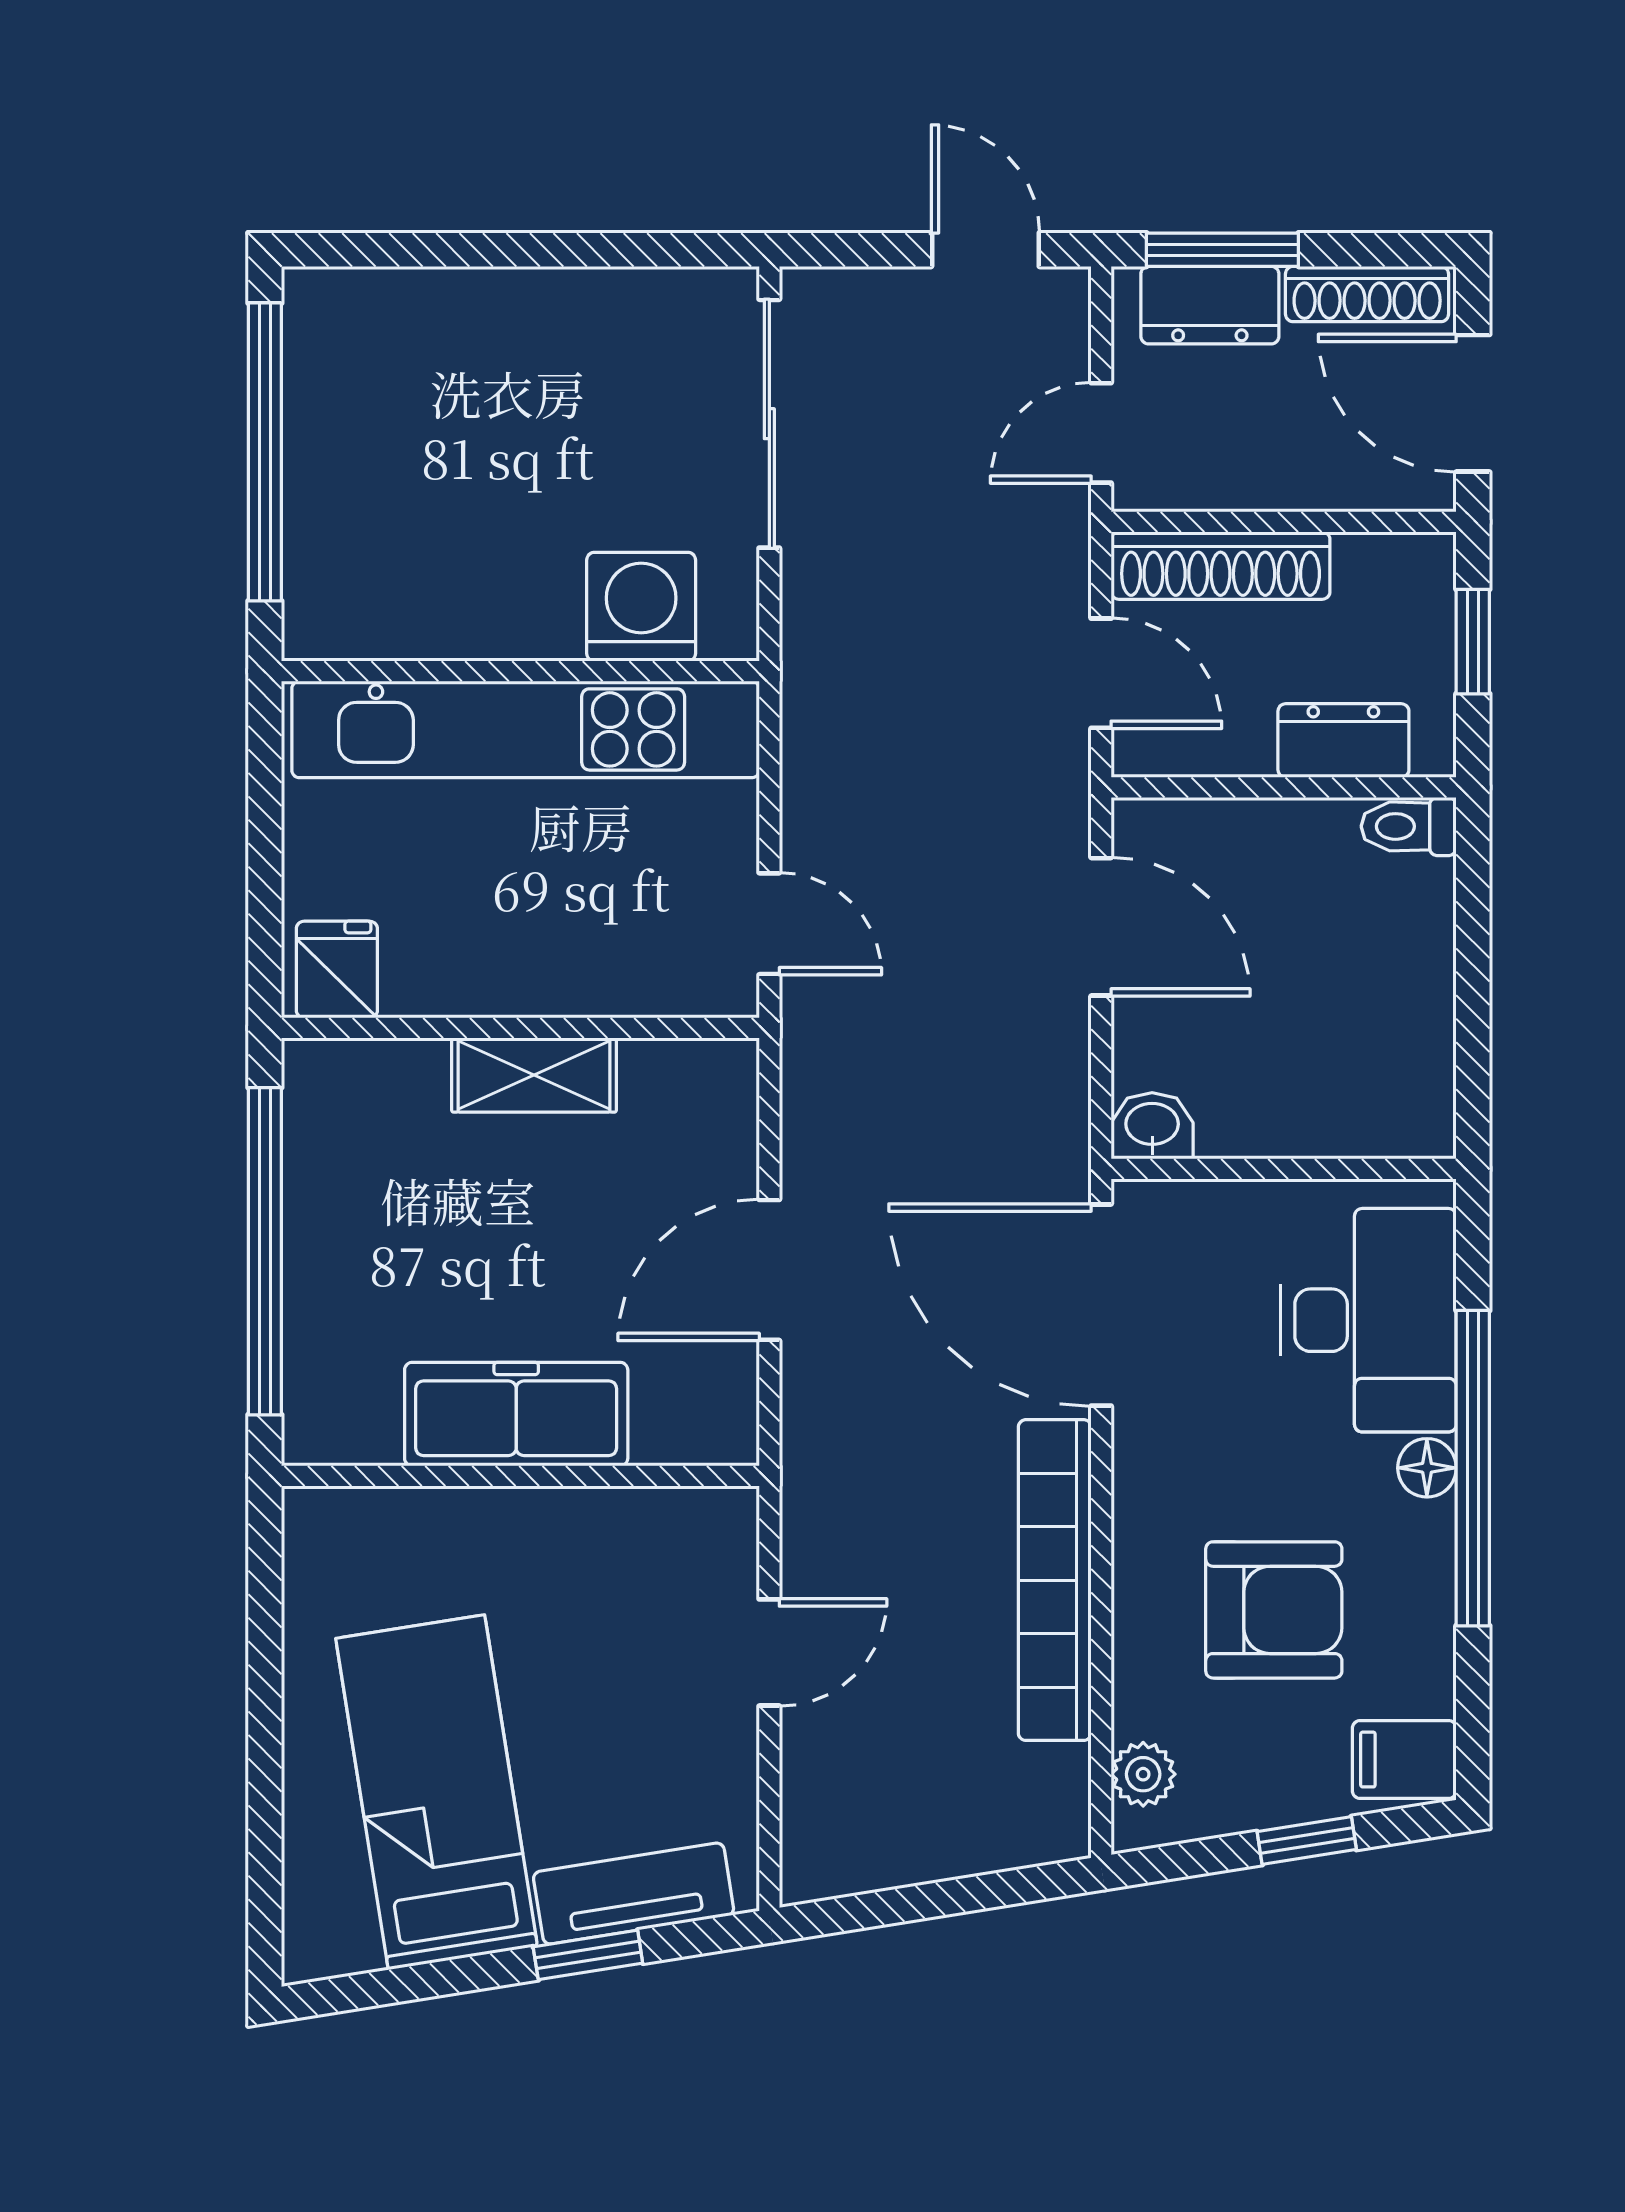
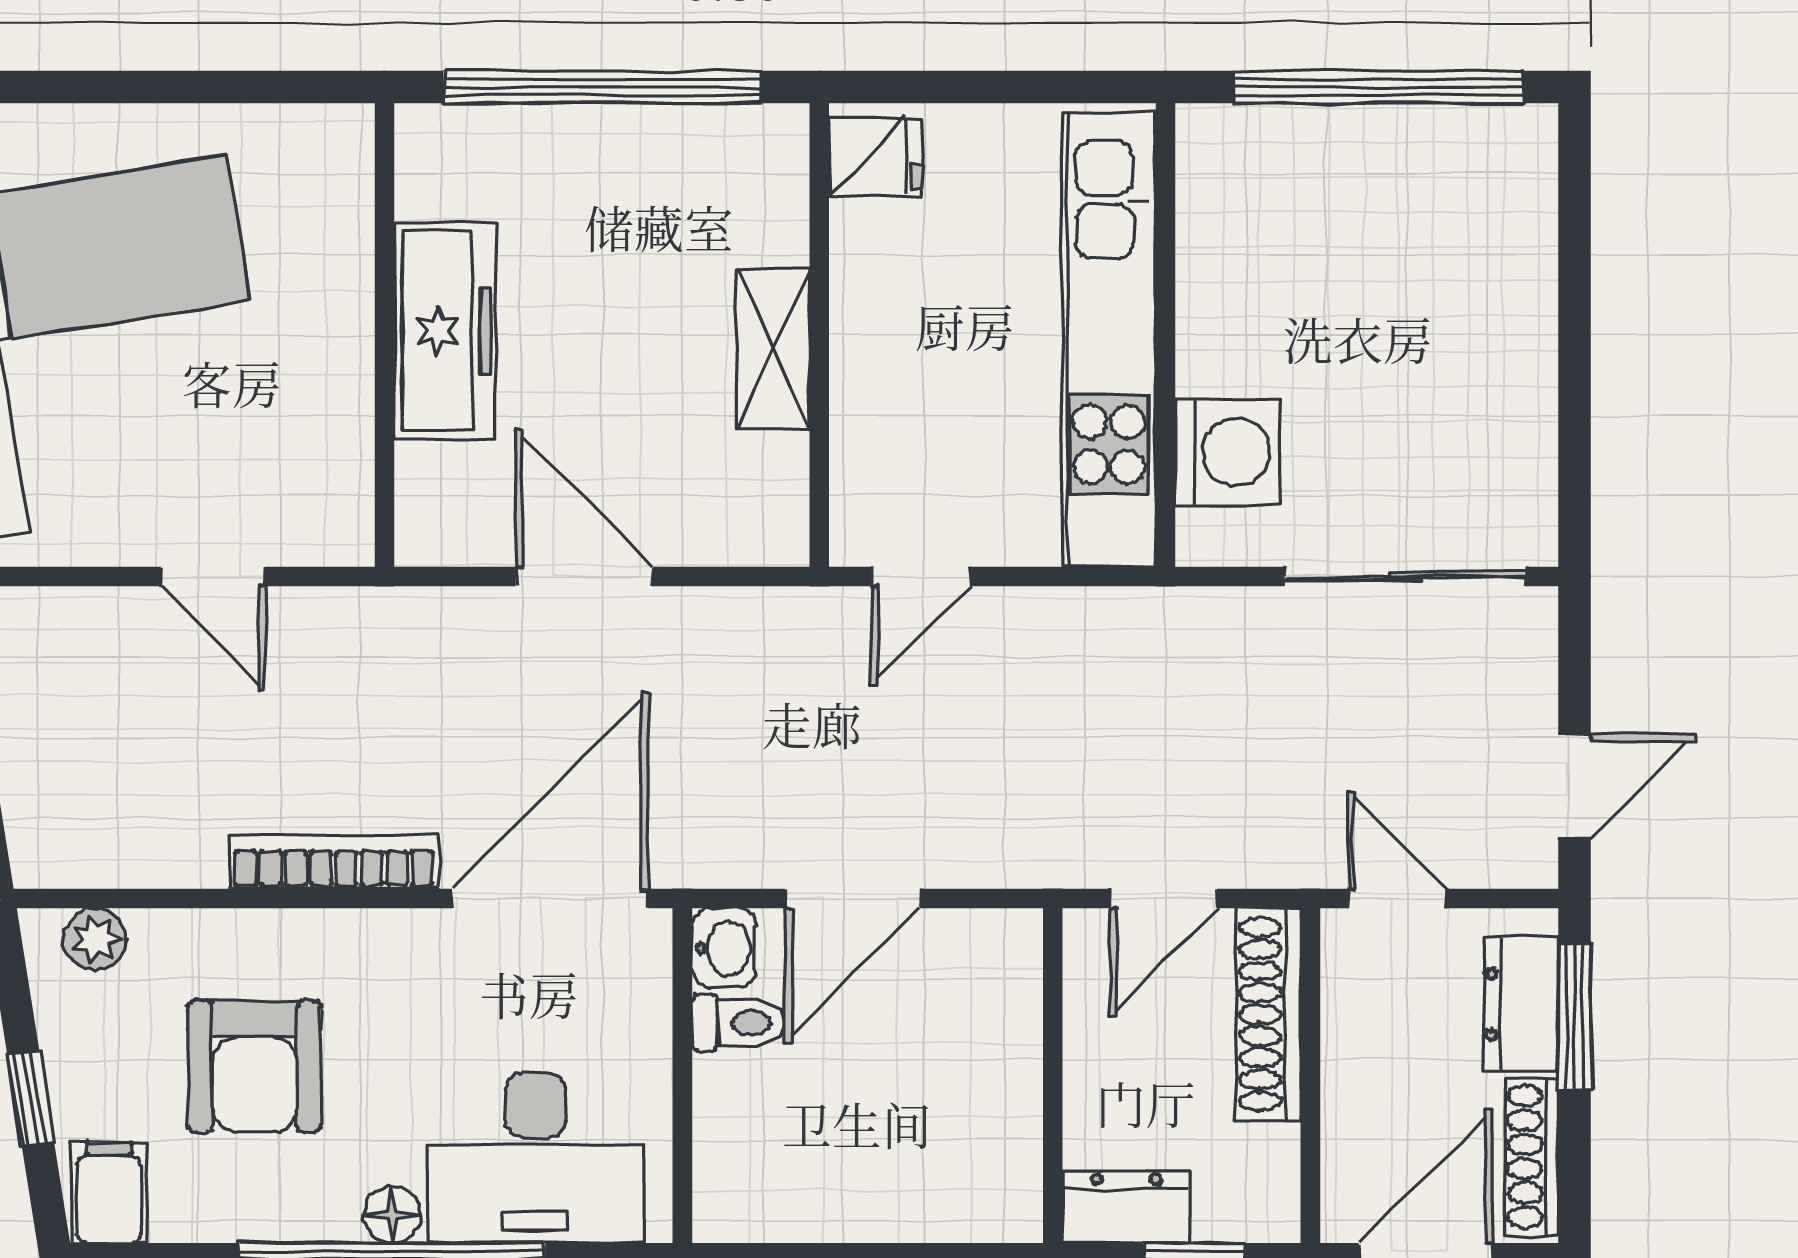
dresser: (1343, 741) -> (1126, 1207), moved, turned -90
toilet: (1409, 826) -> (738, 1022), moved, turned 90
door: (1101, 927) -> (853, 899), moved
bookcase: (1055, 1580) -> (334, 862), width x0.68, depth x0.76

